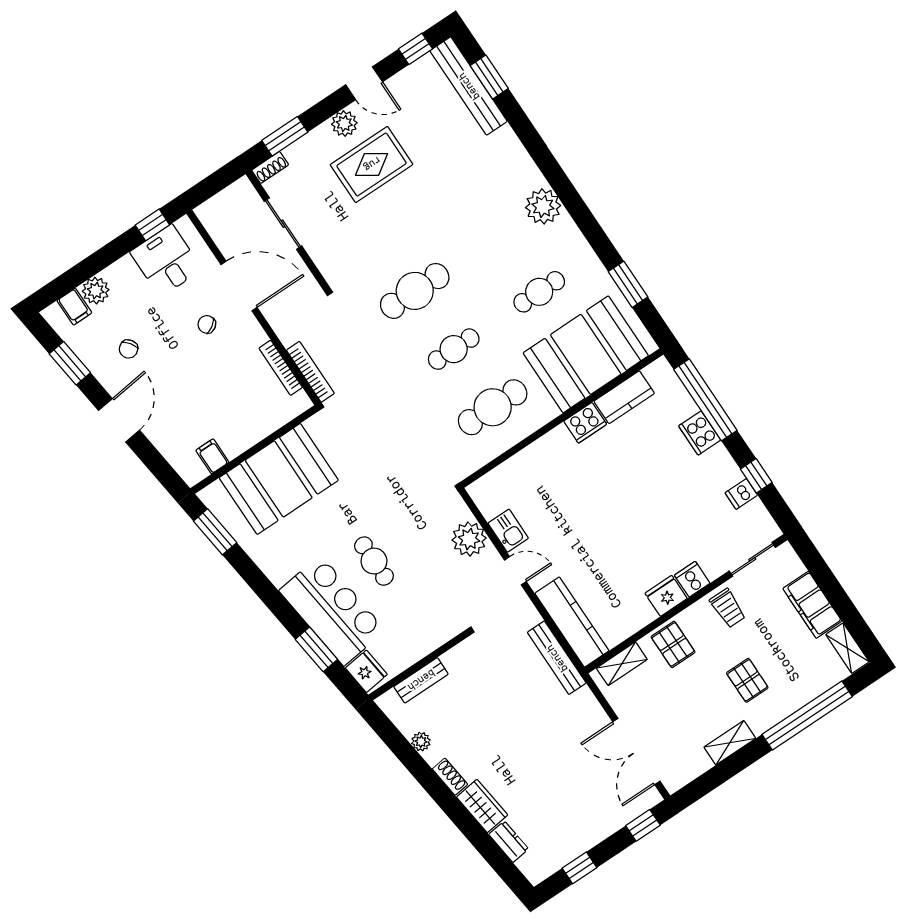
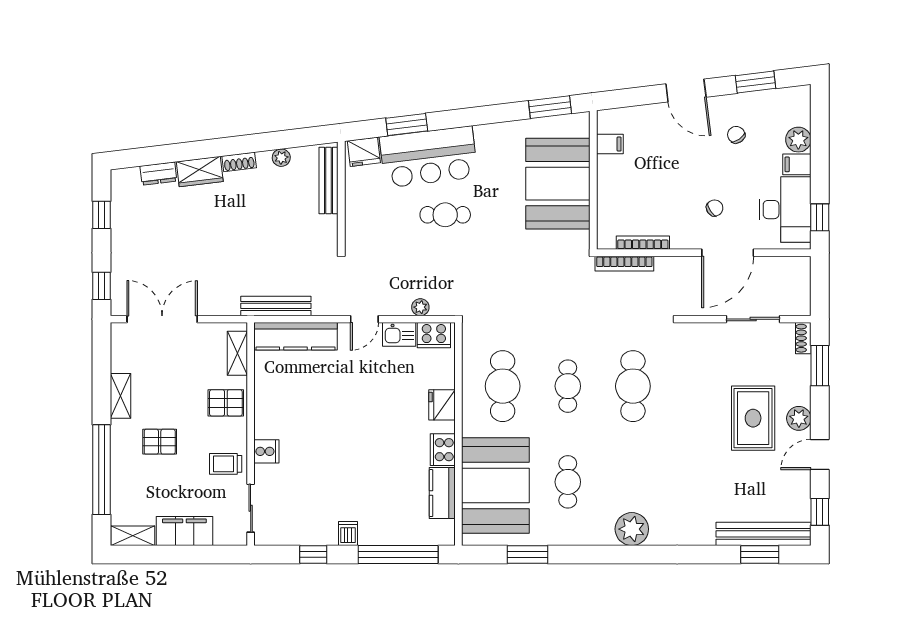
desk: (166, 261) -> (785, 210), width x1.37
filing cabinet: (74, 307) -> (797, 164), moved
cooker: (700, 433) -> (434, 335), moved, turned 180
dishwasher: (741, 494) -> (348, 534), moved
plant: (469, 539) -> (420, 307), width x0.53, depth x0.53
fridge: (666, 596) -> (442, 405), moved, turned 180
bench: (421, 680) -> (329, 180), width x1.36

